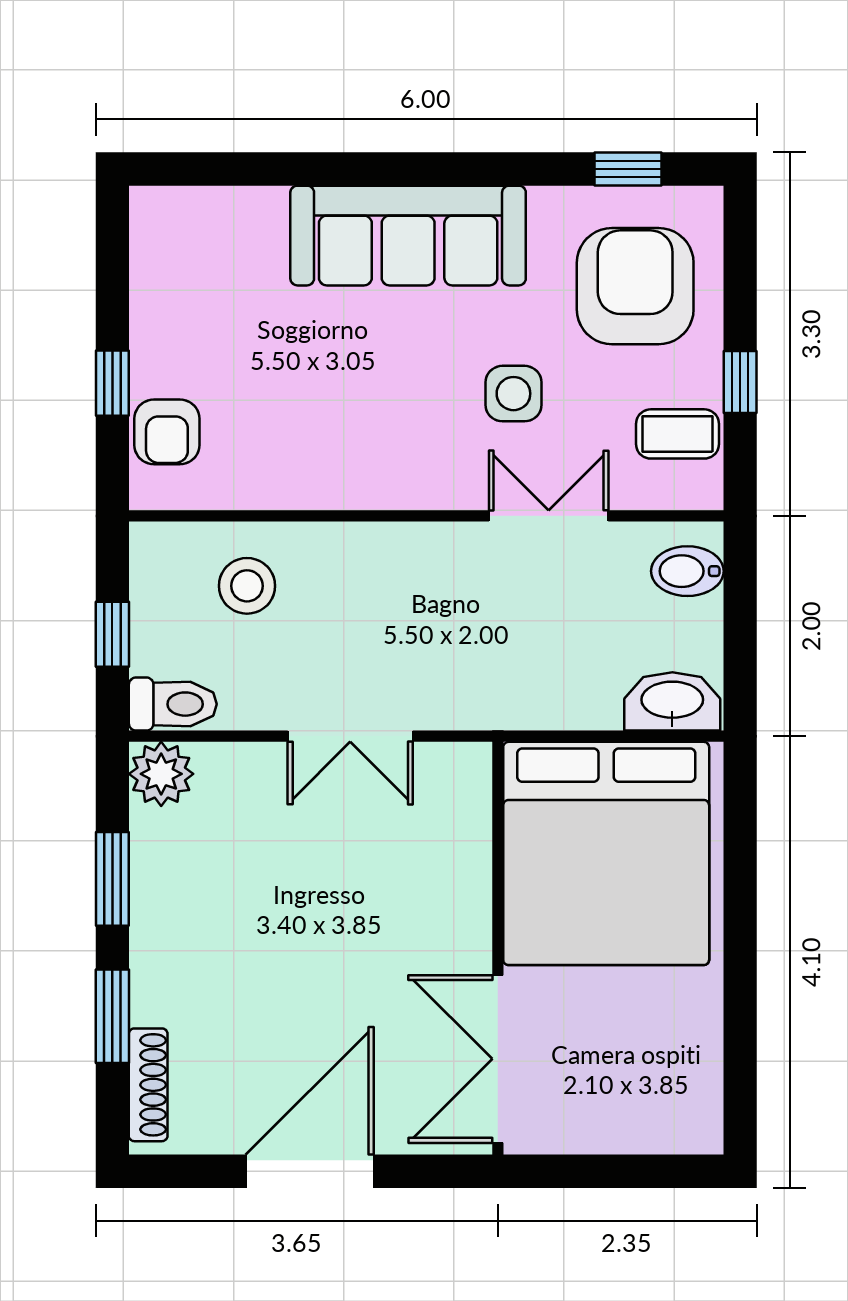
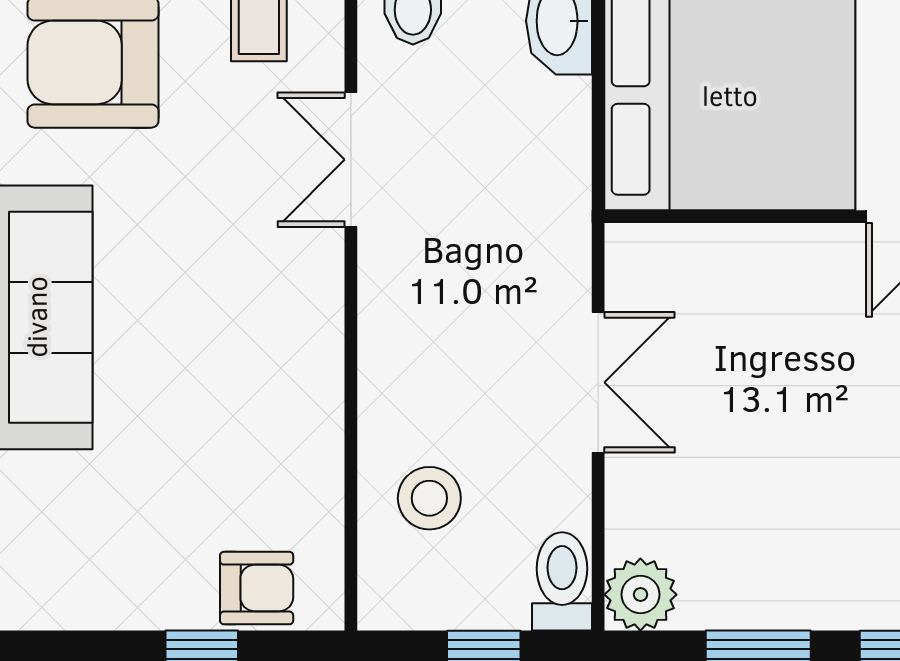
side table: (513, 394) -> (214, 199), removed

